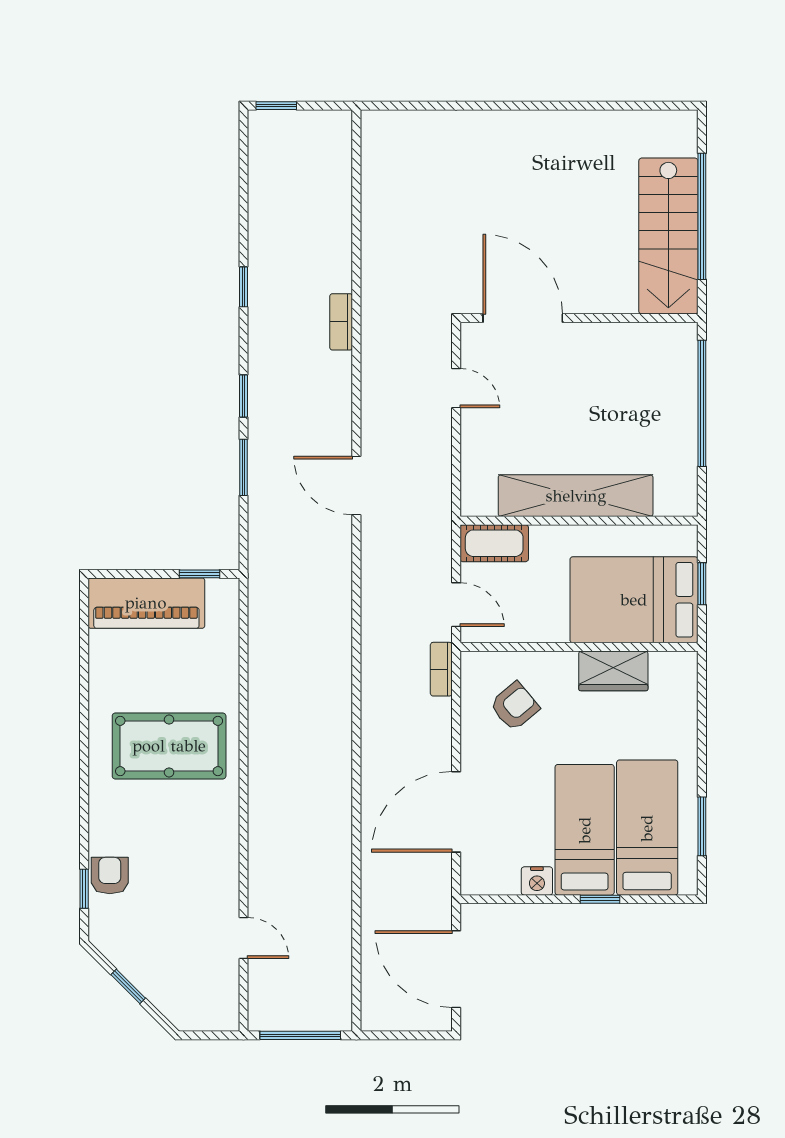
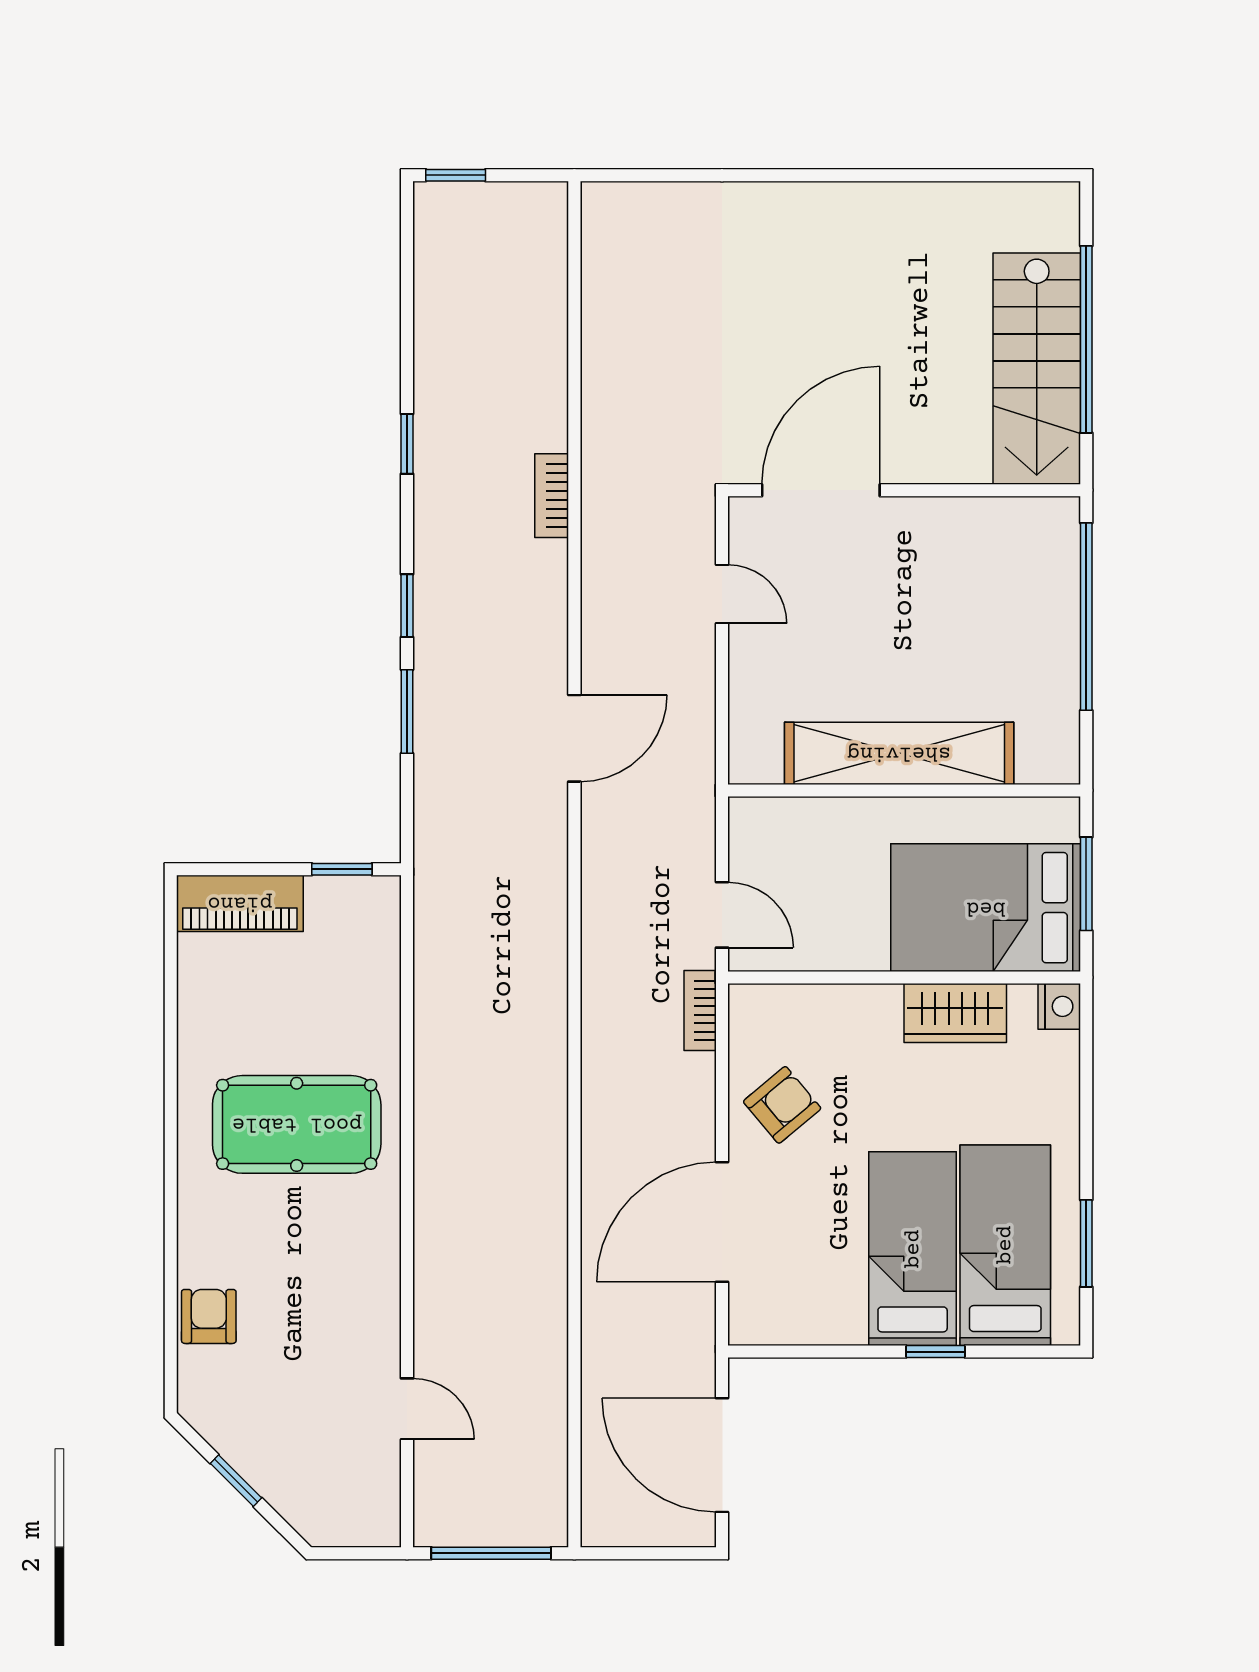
door: (523, 318) -> (821, 490), hinge flipped
door: (356, 485) -> (574, 738), swing flipped
cot: (494, 543) -> (779, 824), removed
window: (702, 584) -> (1086, 884), width x1.50
piano: (146, 603) -> (240, 903), width x0.73, depth x0.75
armchair: (515, 706) -> (782, 1105), moved
nightstand: (537, 881) -> (1059, 1006), moved, turned -90
window: (84, 889) -> (171, 1336), removed

